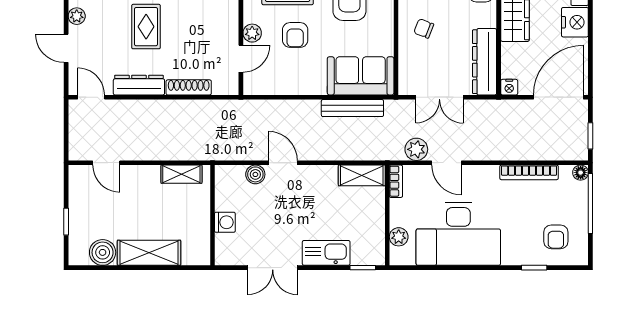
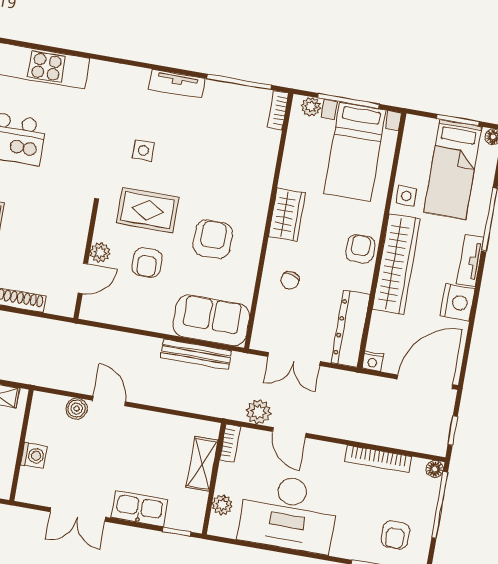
chair: (424, 28) -> (290, 280), turned -95
shelving: (362, 175) -> (202, 464), moved, turned 90

